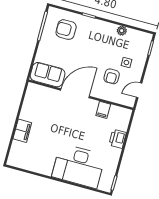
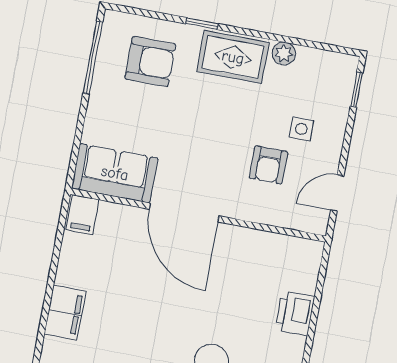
armchair: (66, 30) -> (150, 61), turned 180
rug: (100, 30) -> (233, 57), added
door: (75, 93) -> (184, 212), swing flipped
filing cabinet: (103, 110) -> (83, 215), moved

